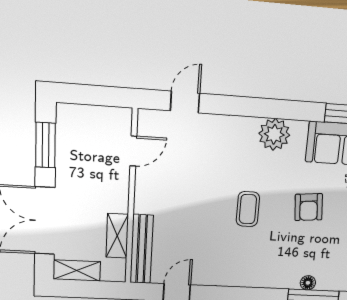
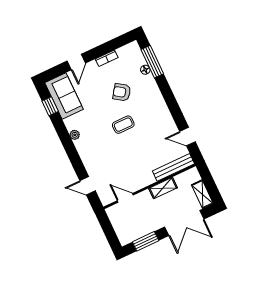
plant: (274, 134) -> (75, 135), width x0.53, depth x0.53
armchair: (309, 207) -> (122, 92), moved, turned -140
shelving: (117, 236) -> (163, 188), moved

